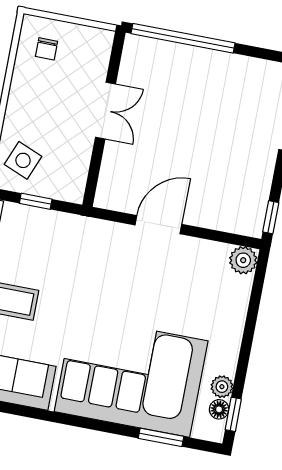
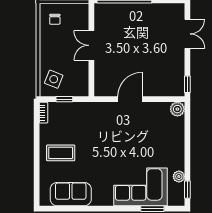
double door: (105, 111) -> (91, 45), swing flipped
corner sofa: (131, 376) -> (141, 187), width x0.73, depth x0.74
floor lamp: (219, 409) -> (180, 189), removed

